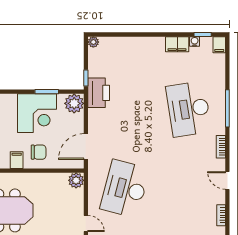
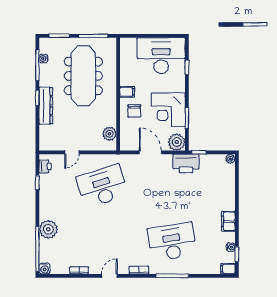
filing cabinet: (177, 44) -> (228, 221), moved
door: (86, 146) -> (150, 152), moved
plant: (76, 180) -> (110, 134), moved
desk: (125, 189) -> (102, 186), turned -33

